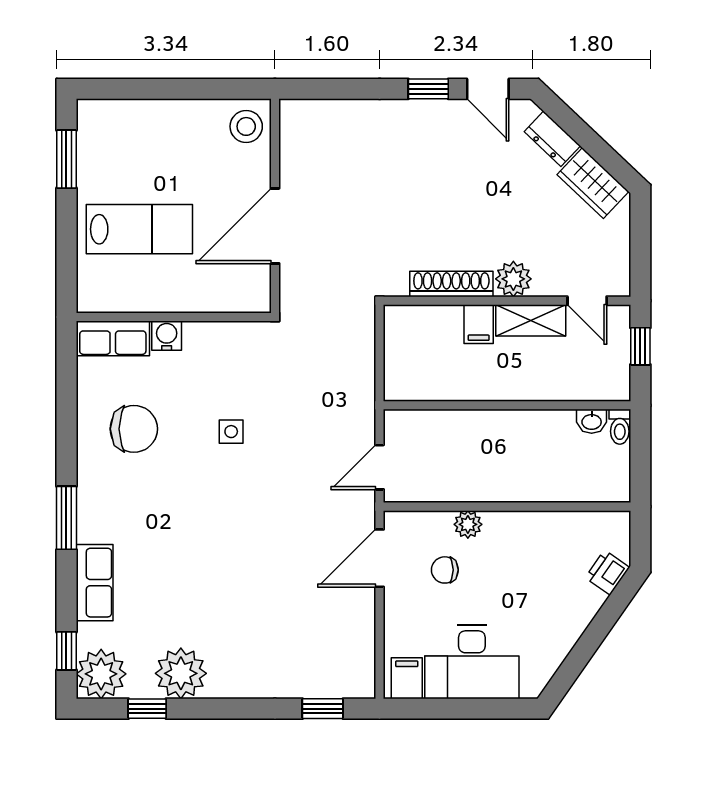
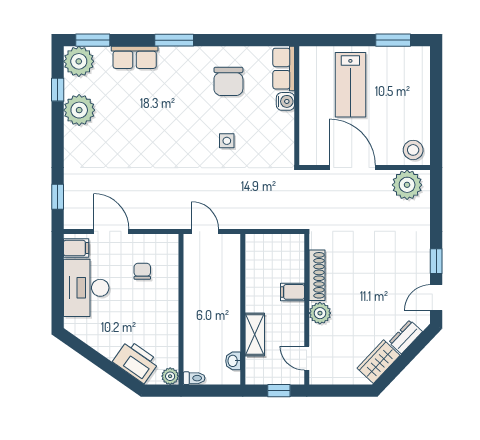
plant: (303, 136) -> (407, 185), added
door: (587, 301) -> (307, 358), hinge flipped
shelving: (531, 320) -> (255, 334), moved
toilet: (620, 427) -> (194, 378), moved, turned 180
plant: (468, 524) -> (170, 376), moved
door: (380, 558) -> (111, 231), moved
printer: (607, 572) -> (136, 362), width x1.87, depth x1.48
window: (66, 651) -> (93, 40), width x1.50

